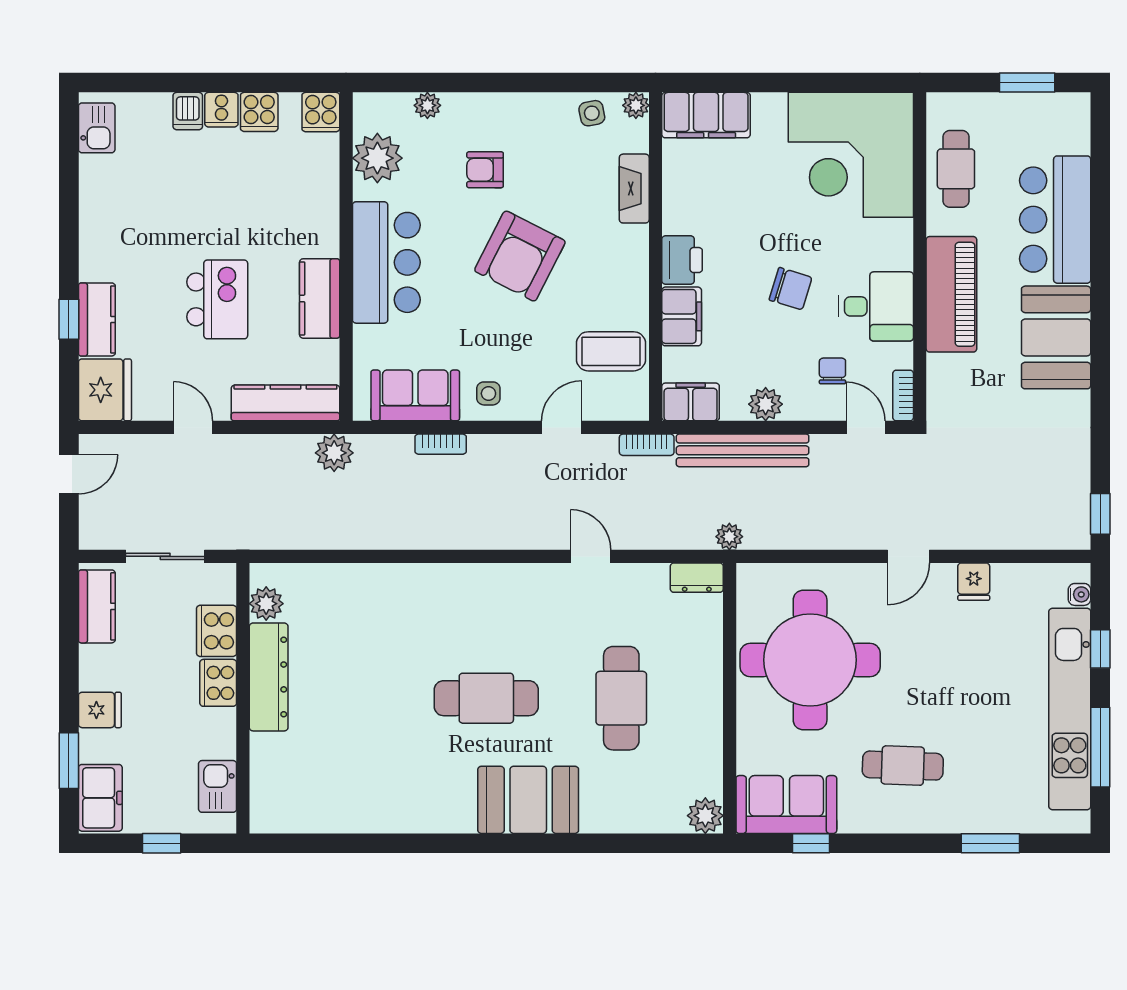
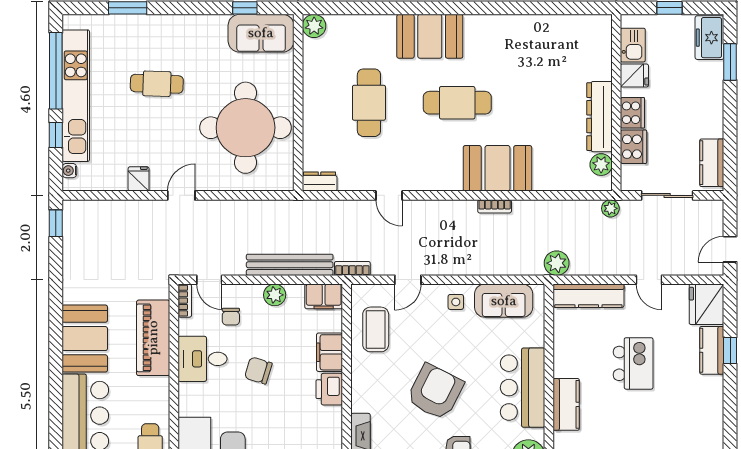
piano: (951, 294) -> (153, 338), moved
kitchen counter: (320, 298) -> (566, 404), moved
kitchen island: (217, 299) -> (633, 363), turned 180
coffee table: (611, 351) -> (376, 329), turned 90
bookcase: (441, 444) -> (495, 206), moved, turned 180
plant: (729, 537) -> (610, 208), moved
booth: (425, 598) -> (497, 168), added
fridge: (100, 710) -> (634, 75), moved, turned 180
window: (1100, 747) -> (56, 71), width x1.46
cafe table: (903, 766) -> (157, 84), moved

